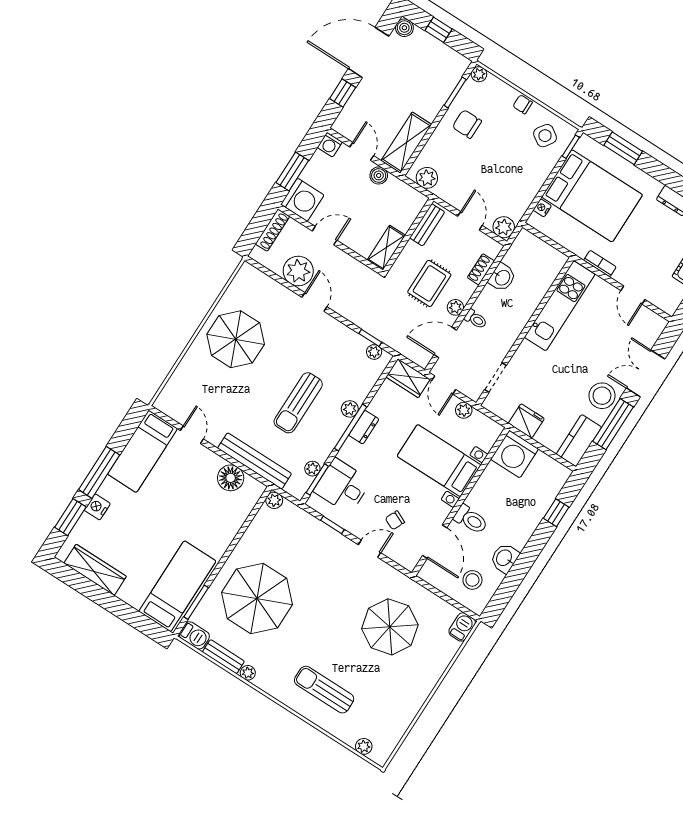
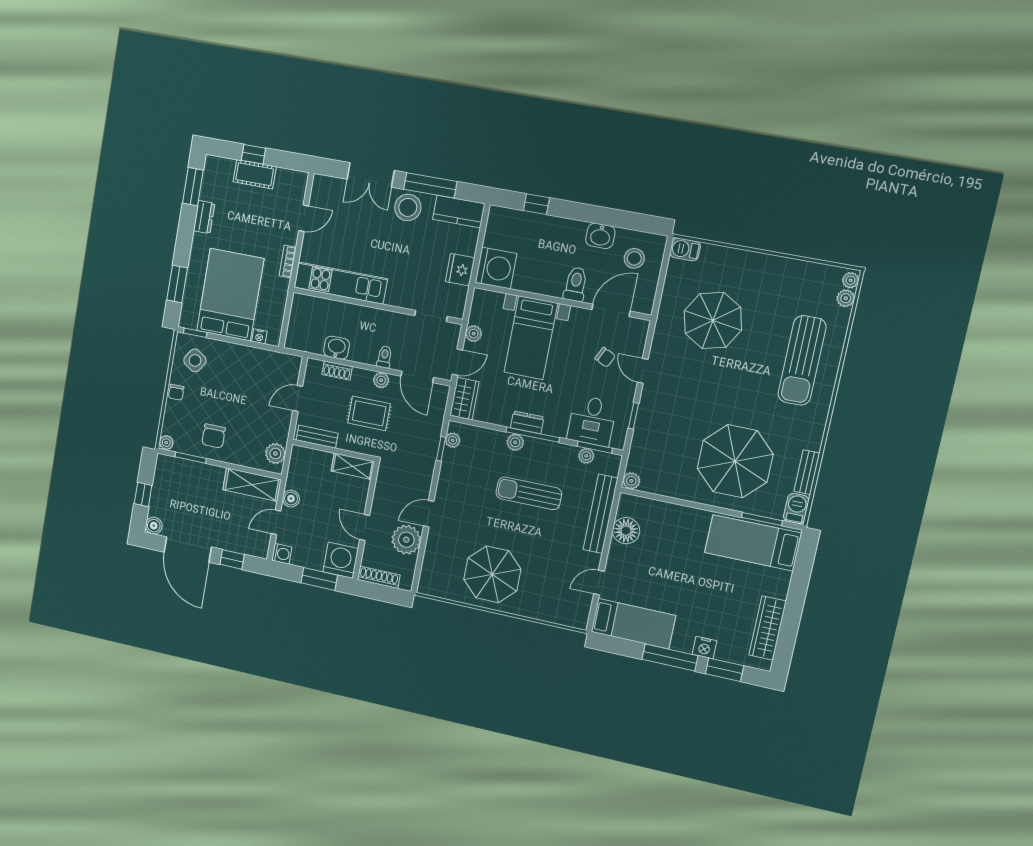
plant: (504, 227) -> (291, 365), removed
sun lounger: (298, 403) -> (529, 493), turned 180
plant: (248, 673) -> (851, 280), moved
sun lounger: (324, 690) -> (802, 360), width x1.36, depth x1.34

